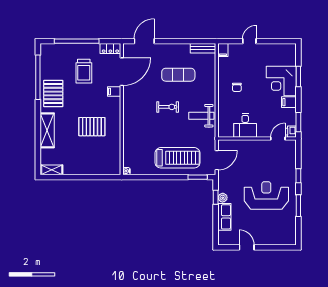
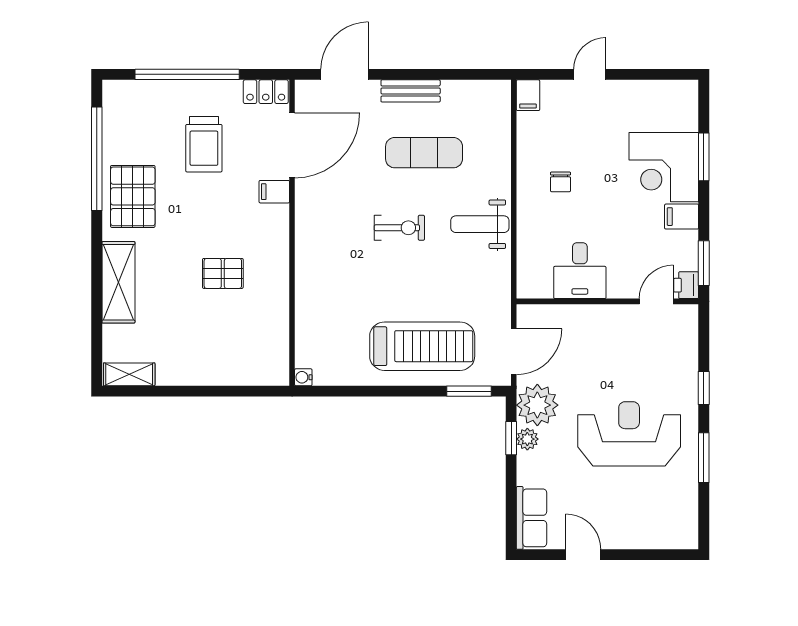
bench: (203, 48) -> (411, 91), moved
weight bench: (201, 116) -> (480, 224), moved
pallet: (92, 127) -> (223, 273), width x0.67, depth x0.71
plant: (227, 183) -> (537, 405), added
row of seats: (224, 217) -> (531, 518), moved

